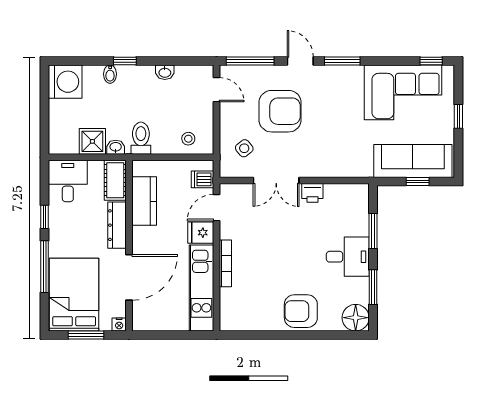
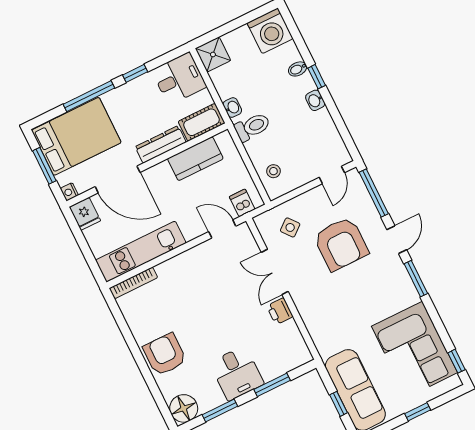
washbasin: (165, 72) -> (315, 100), moved
shower: (92, 141) -> (213, 54), moved
fridge: (201, 233) -> (85, 214), moved, turned 180
bookcase: (225, 263) -> (133, 283), moved

